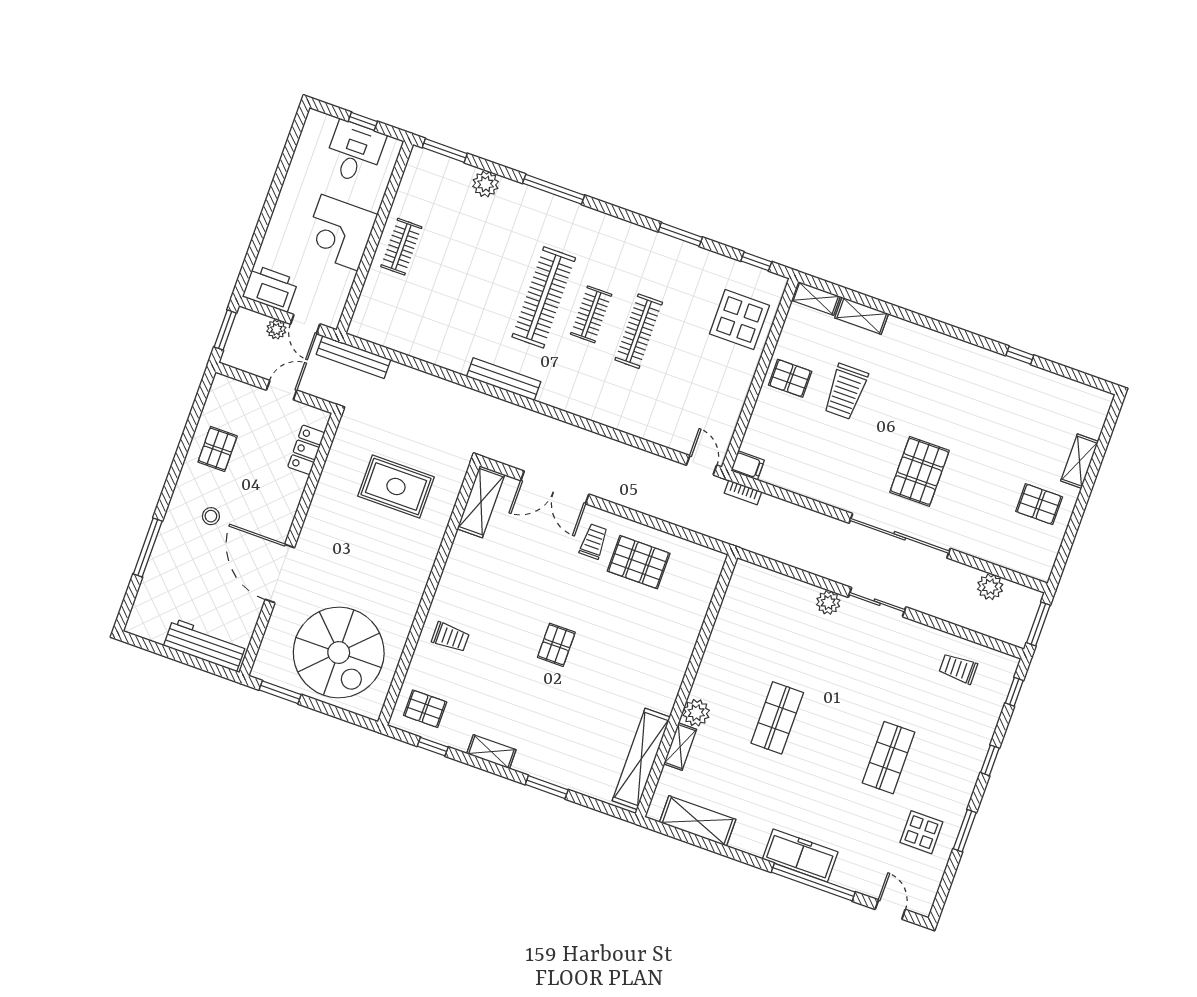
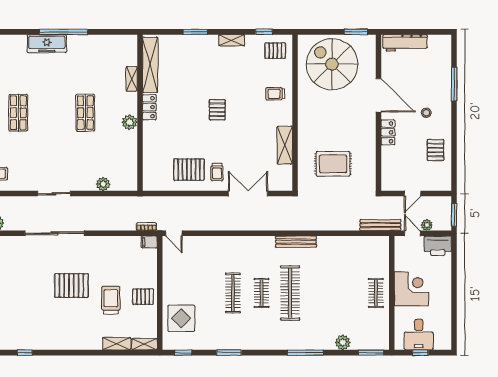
locker: (306, 450) -> (388, 132), moved
pallet: (920, 471) -> (71, 286), moved, turned 90
shelving: (481, 502) -> (285, 145), moved
plant: (828, 603) -> (103, 184), moved
locker: (668, 689) -> (149, 107), added
plant: (696, 713) -> (130, 122), moved
shelving: (698, 821) -> (108, 43), removed
window: (813, 882) -> (63, 32), moved

